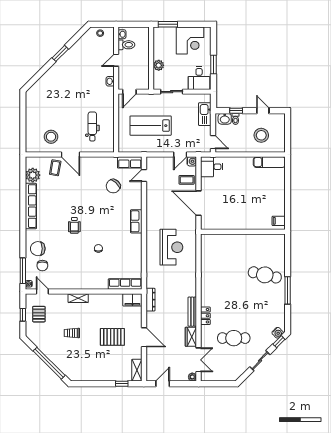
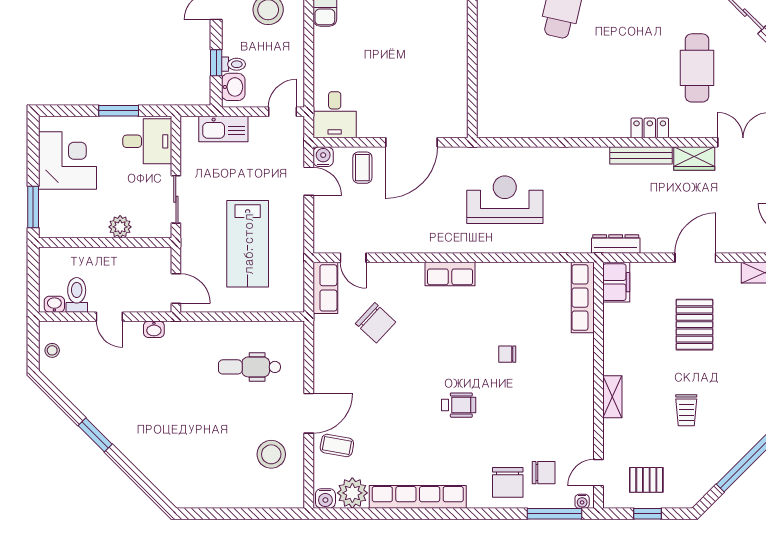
water cooler: (30, 162) -> (325, 498), added

